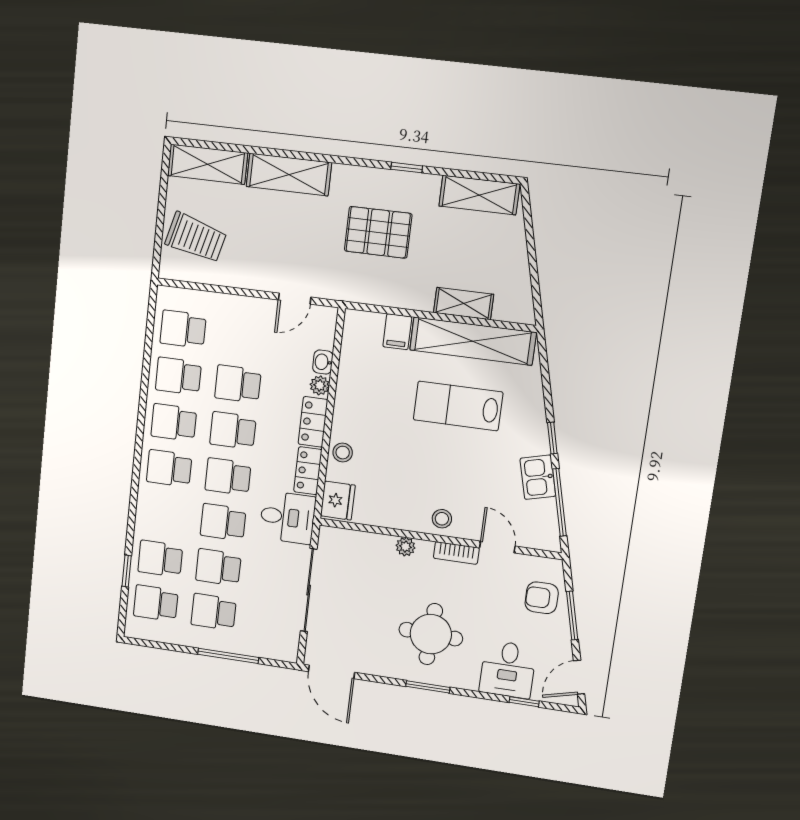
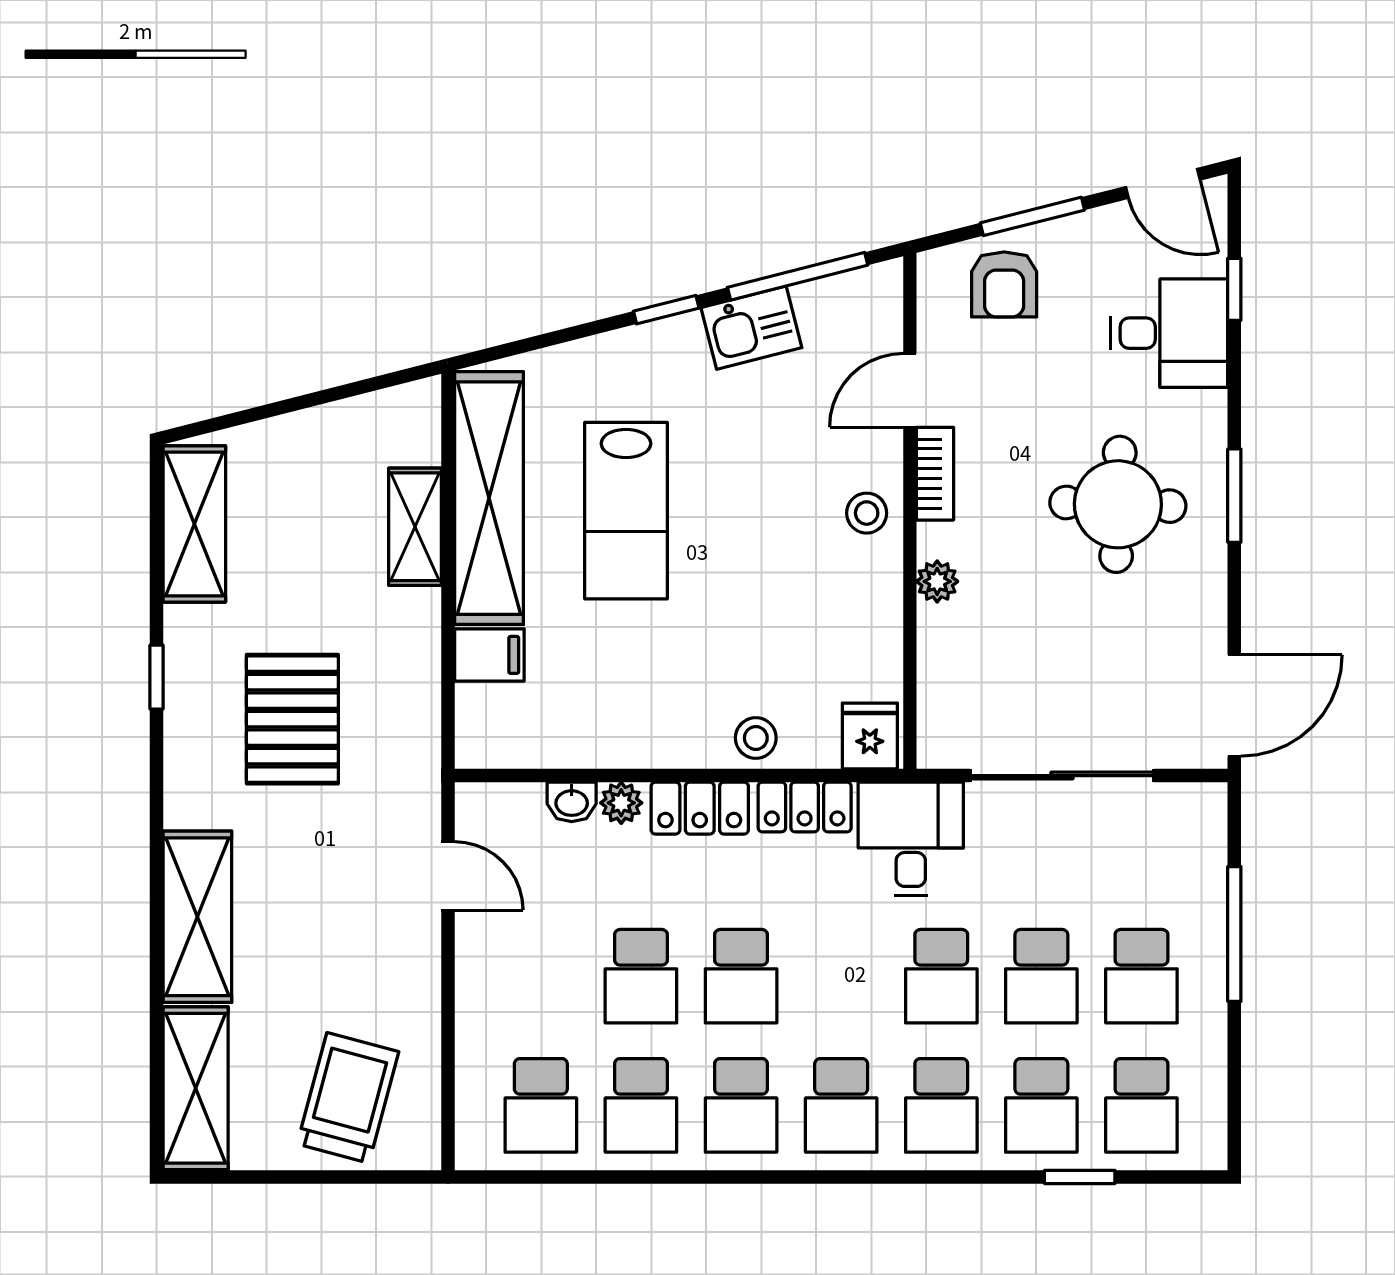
school desk: (228, 477) -> (941, 1105), moved
fridge: (338, 501) -> (870, 736), width x0.72

